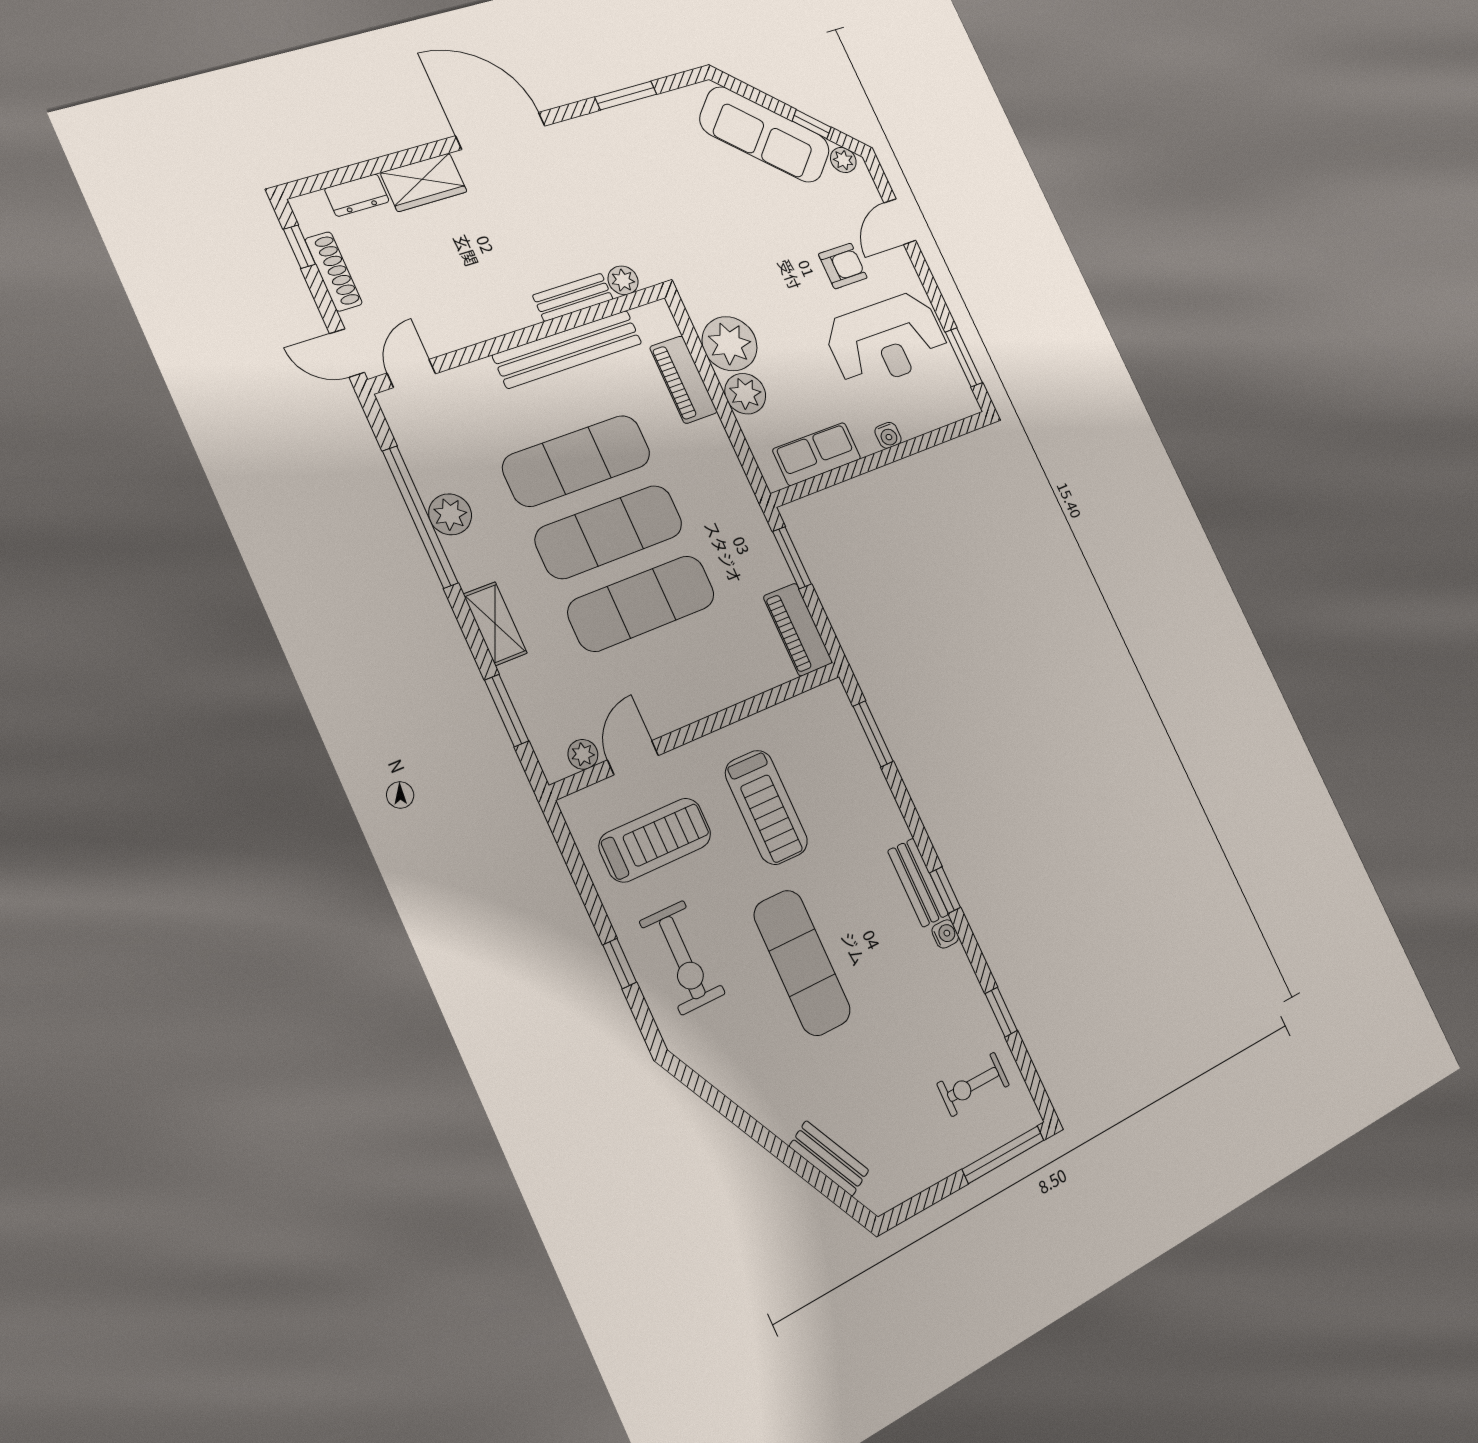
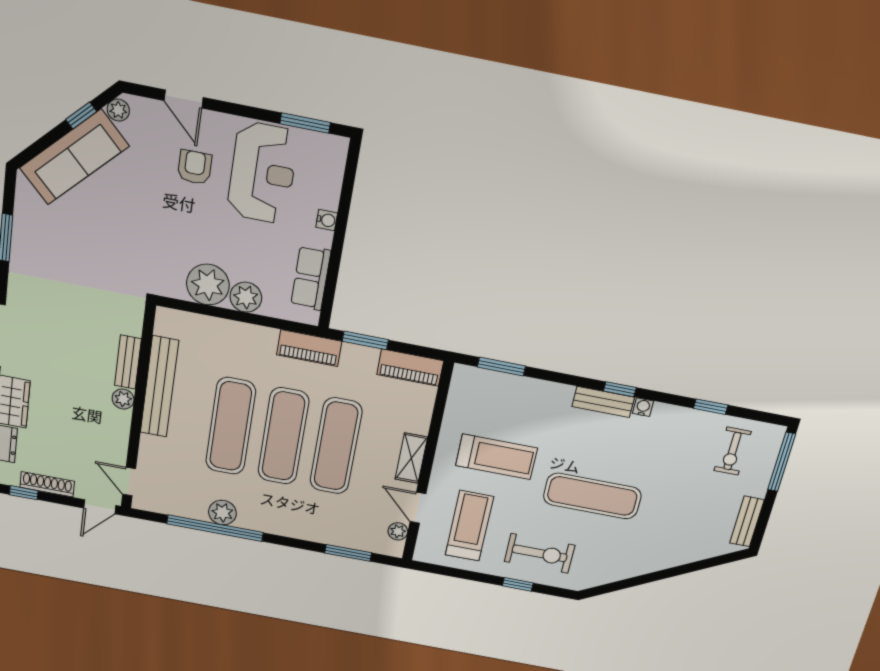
plant: (623, 280) -> (123, 399), moved
piano: (683, 380) -> (309, 348), moved
shelving: (495, 624) -> (411, 458), moved, turned 90
bench: (829, 1158) -> (747, 521), moved, turned -62

